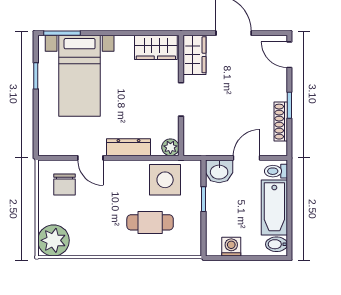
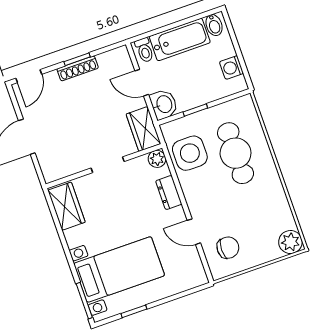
wardrobe: (194, 55) -> (143, 129), moved, turned -90
shoe rack: (281, 122) -> (78, 68), moved
dresser: (128, 147) -> (169, 193), width x0.70
door: (90, 158) -> (194, 232), swing flipped
cafe table: (150, 222) -> (236, 153), width x1.37, depth x1.35
plant: (53, 240) -> (290, 242), width x0.73, depth x0.73

